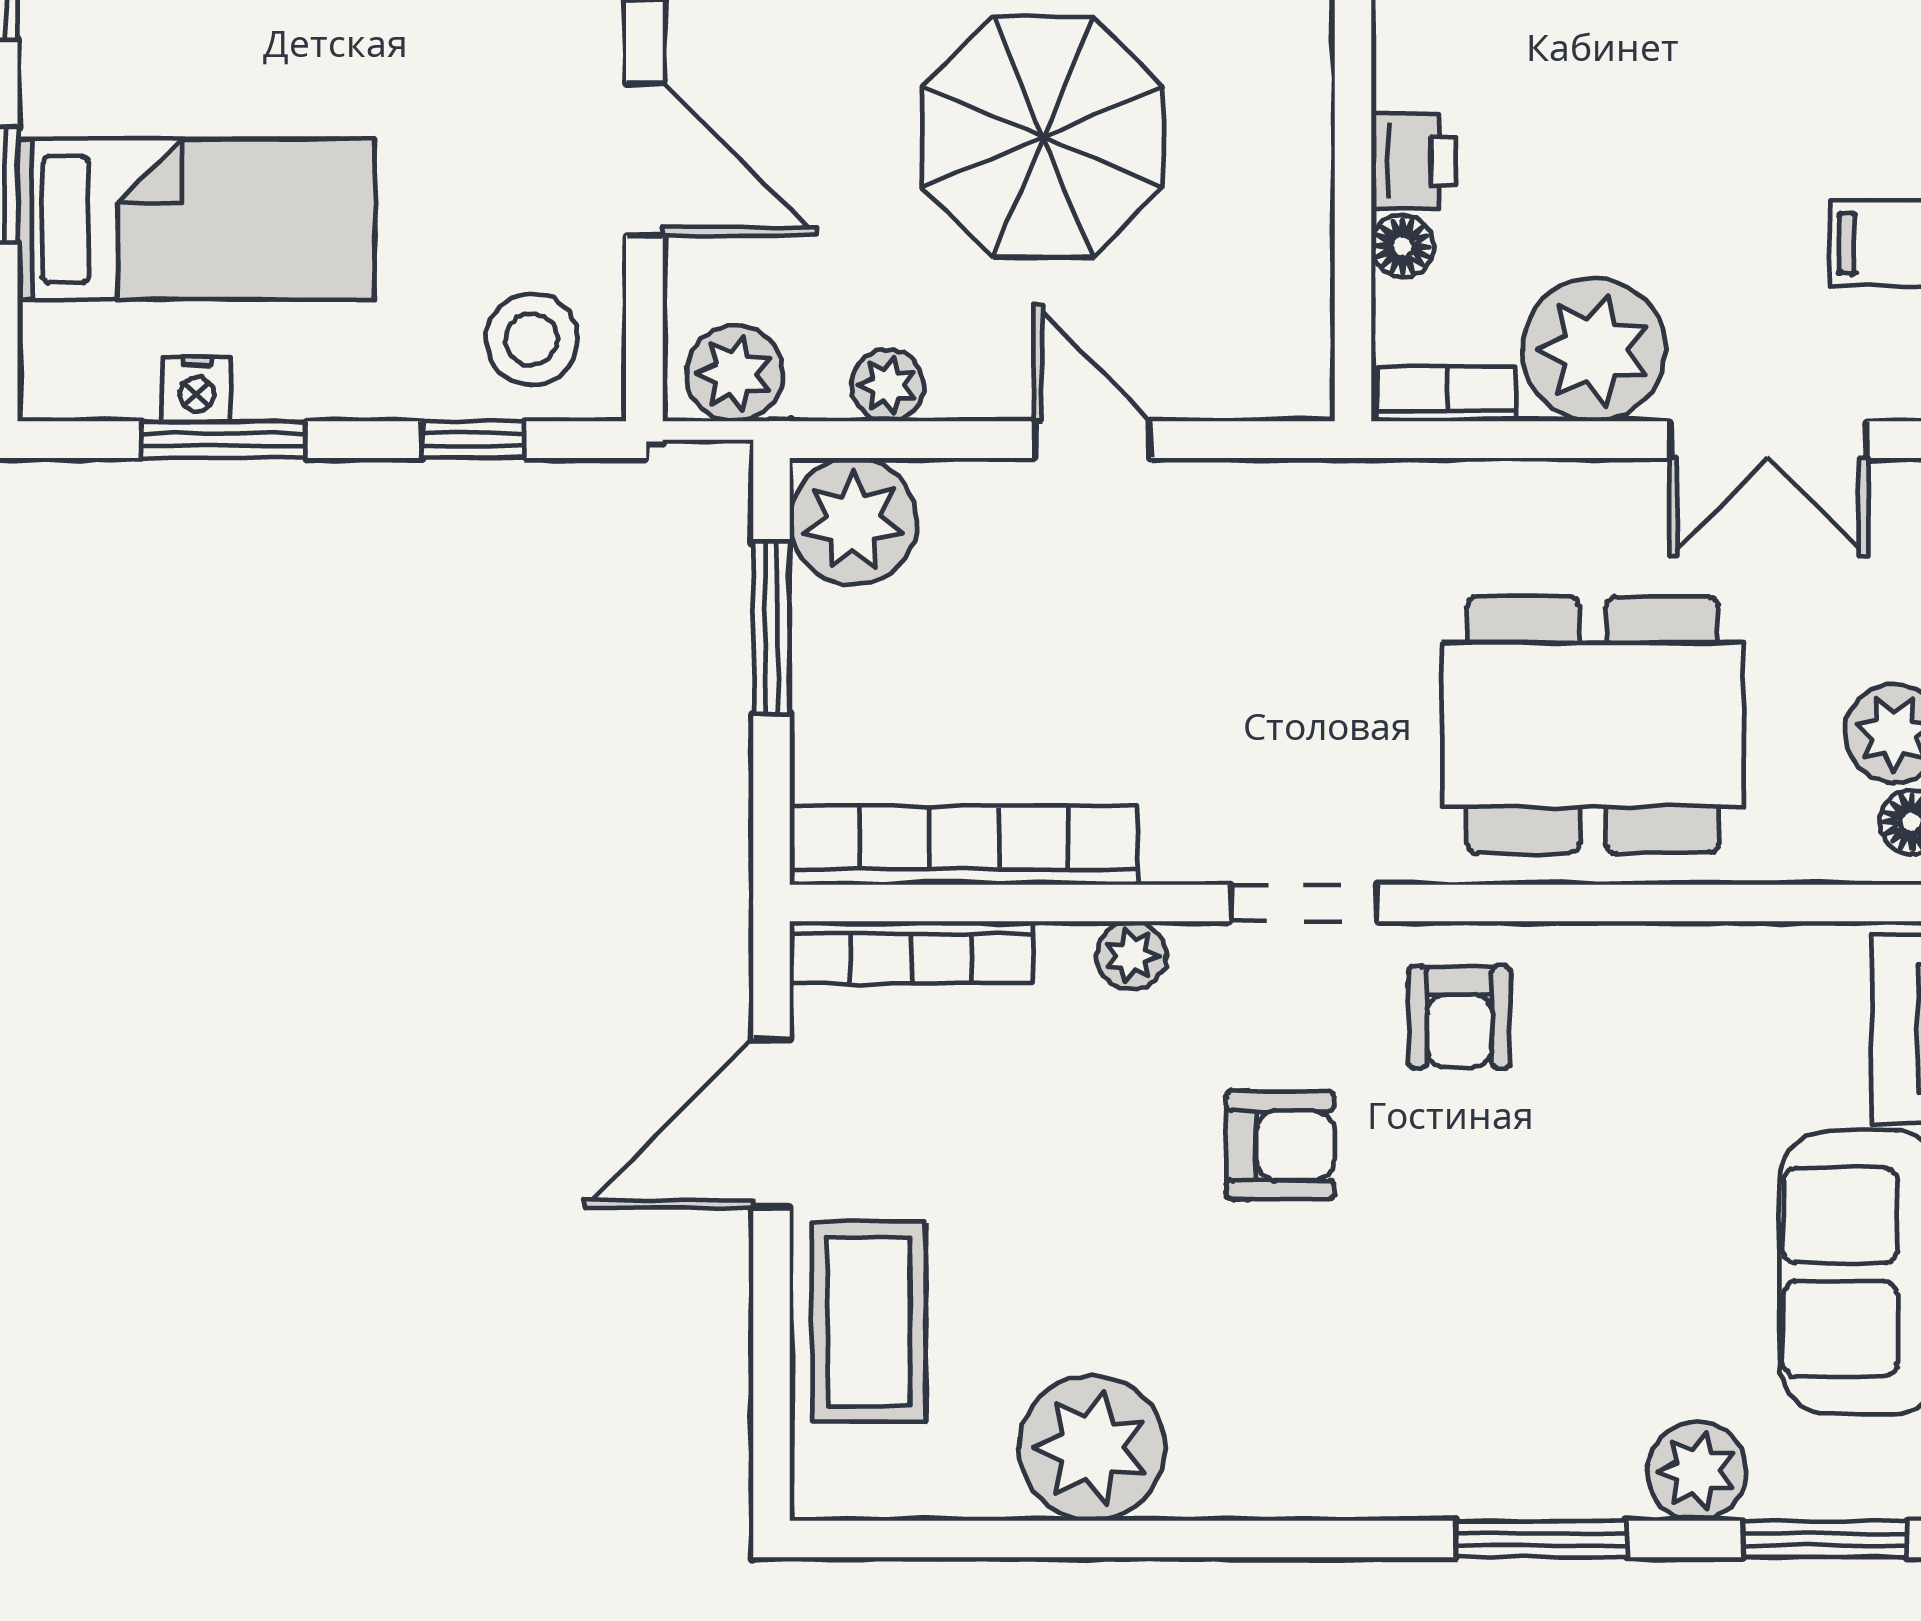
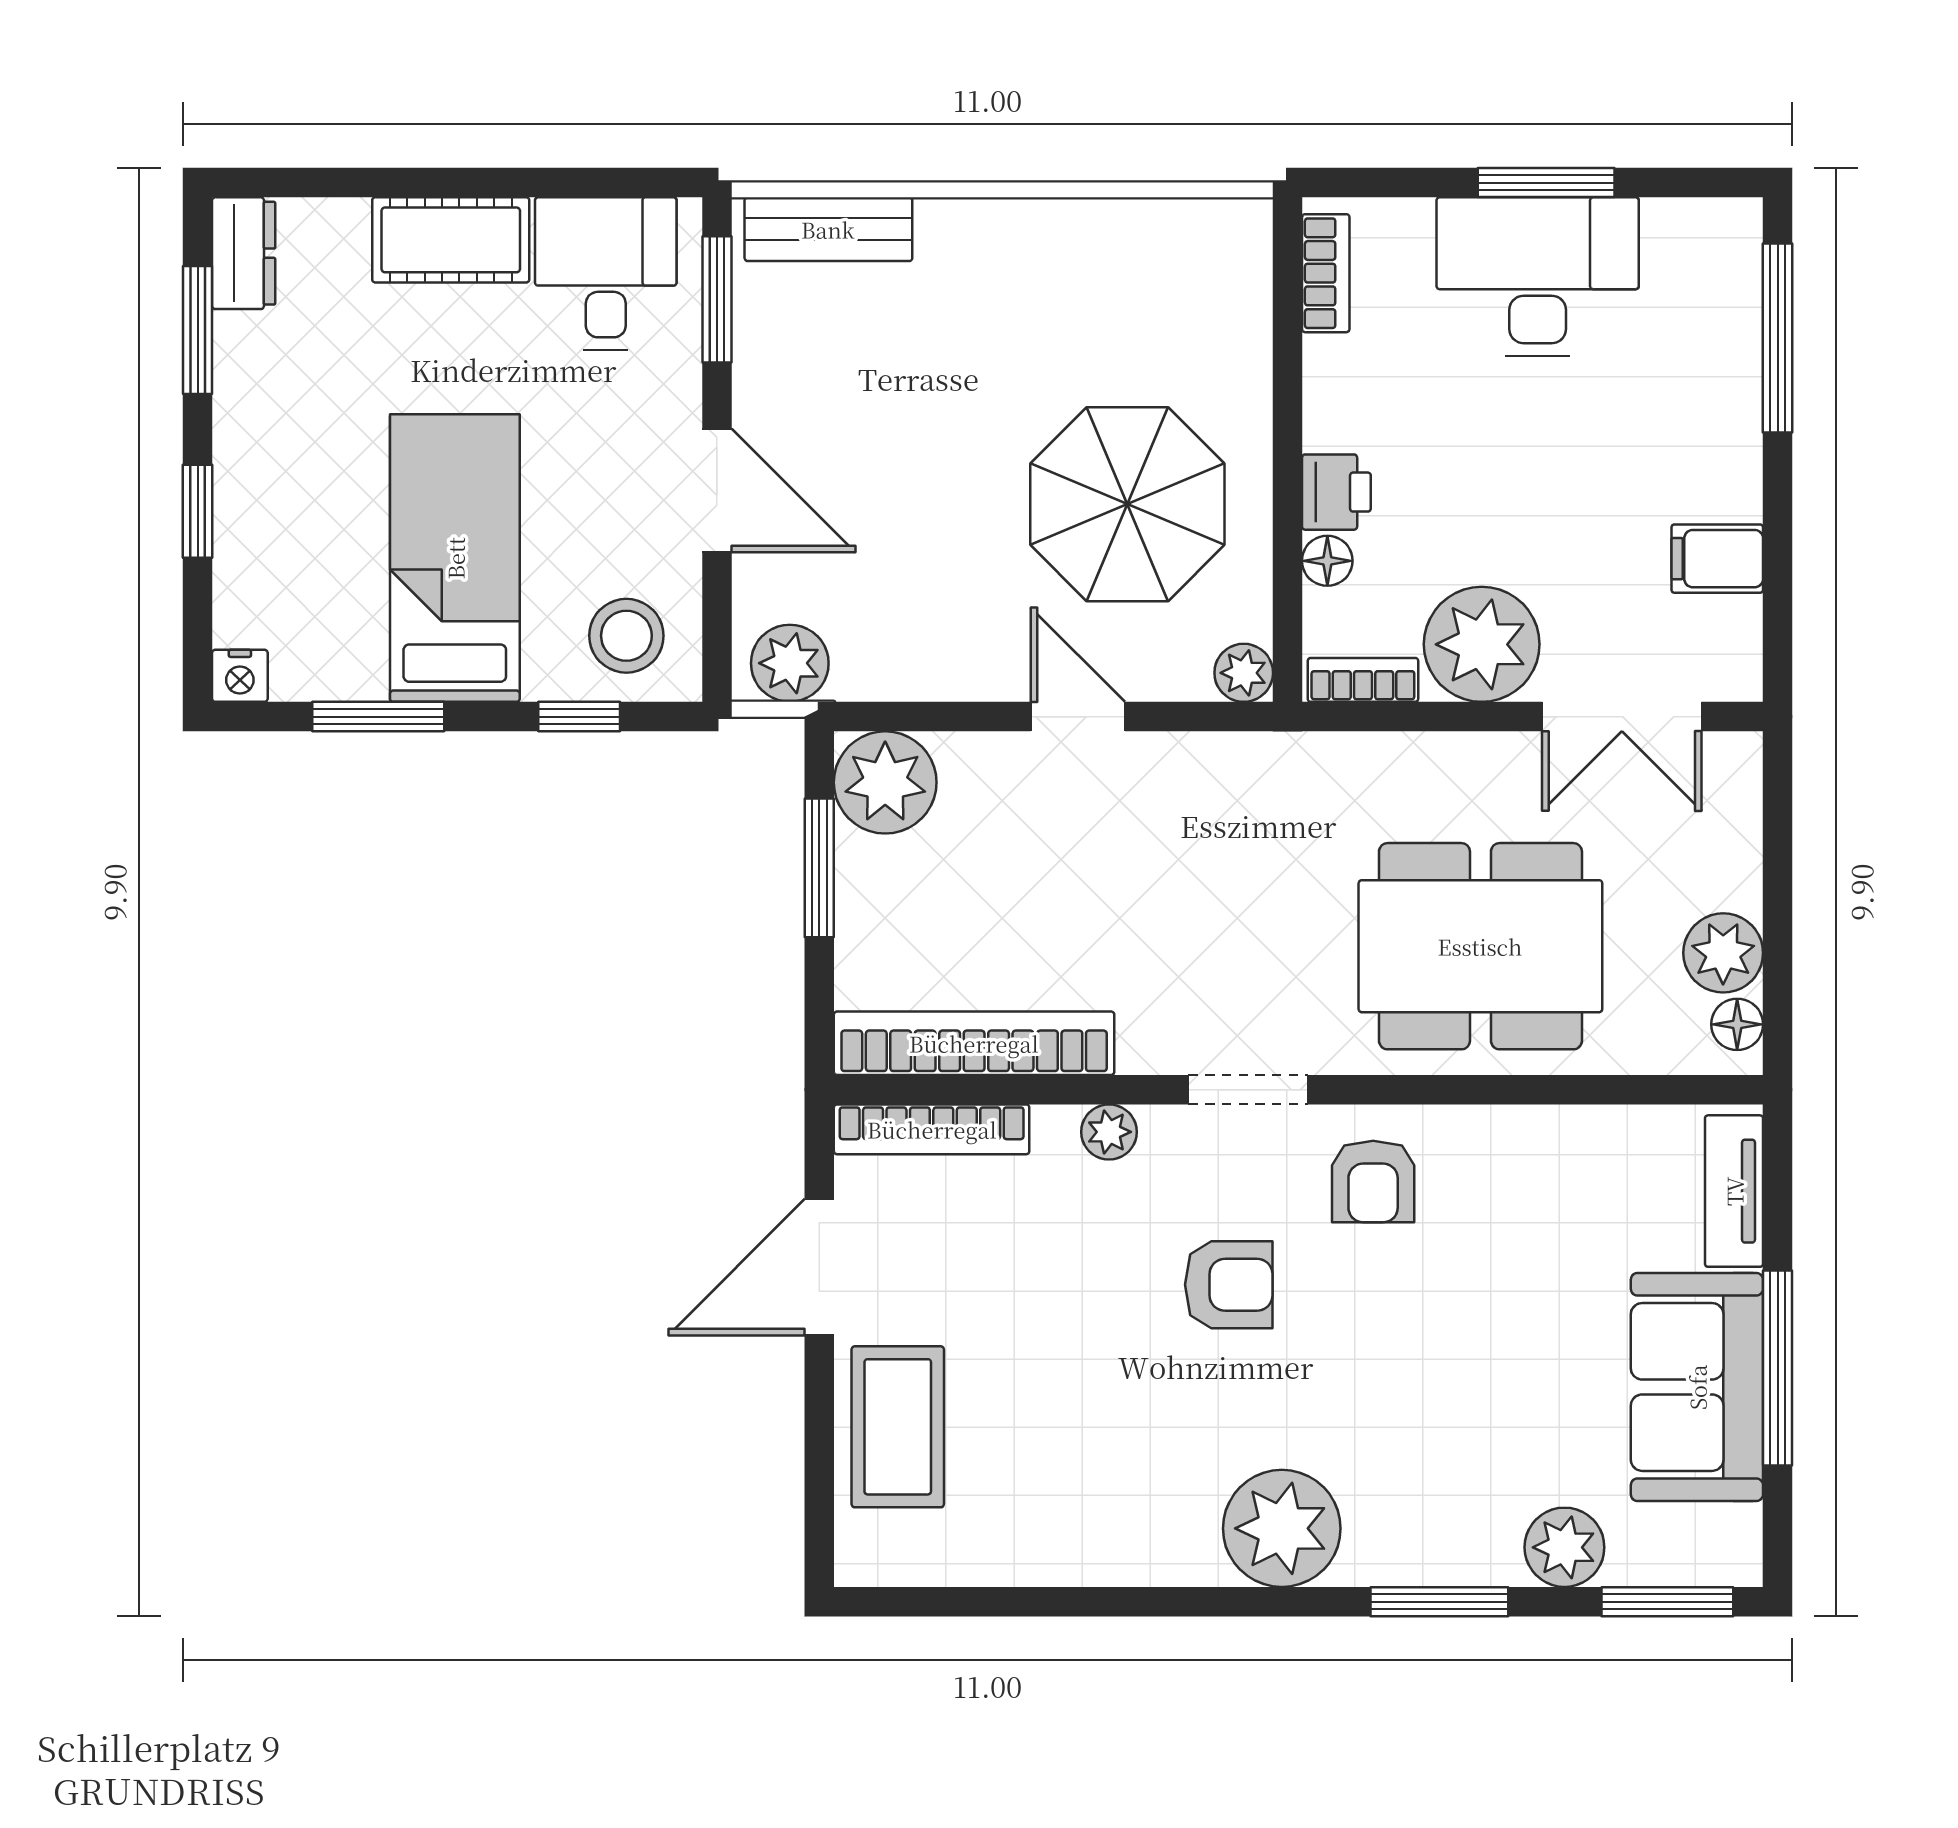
parasol: (1043, 137) -> (1127, 504), moved
bed: (196, 219) -> (455, 558), moved, turned -90
plant: (888, 385) -> (1244, 673), moved
nightstand: (197, 389) -> (240, 676), moved
plant: (1092, 1448) -> (1282, 1528), moved

